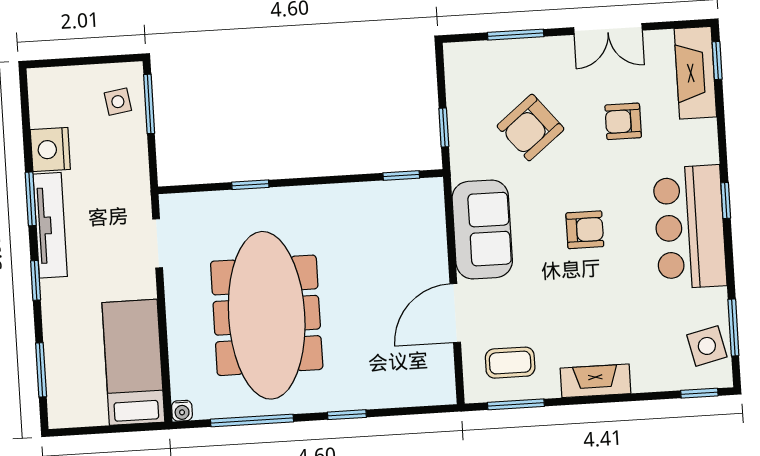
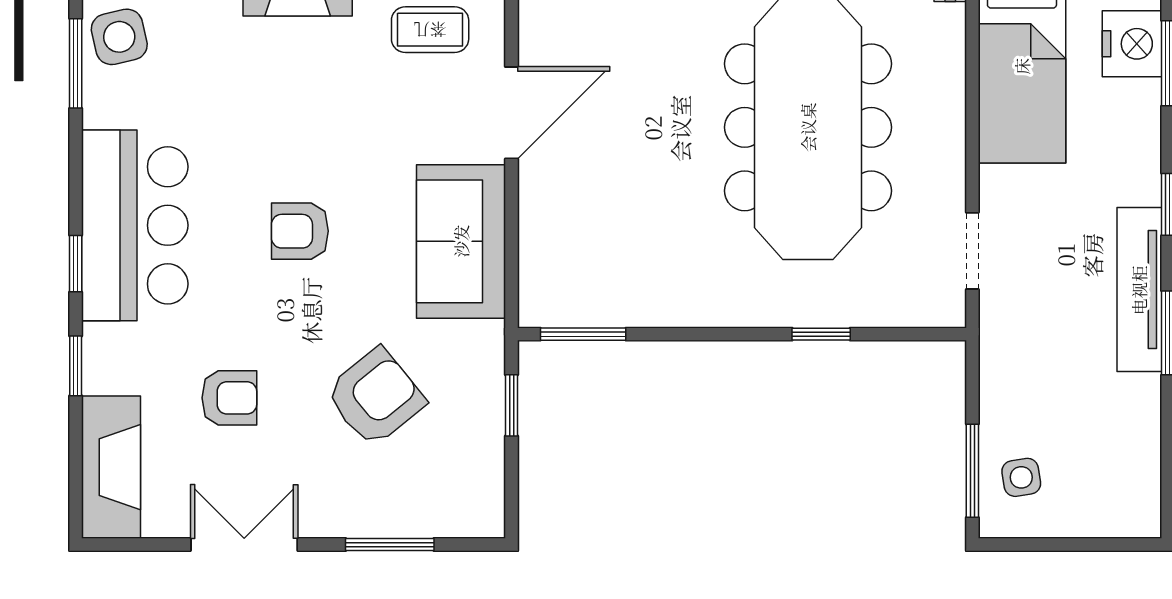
window: (717, 61) -> (76, 366), moved
nightstand: (50, 149) -> (1132, 44), moved
window: (401, 175) -> (583, 334), width x1.50

